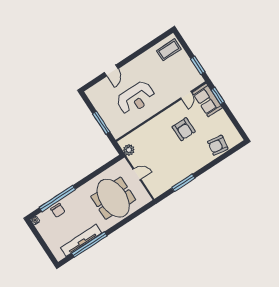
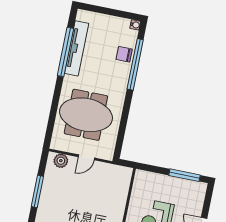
window: (101, 123) -> (184, 175), moved
plant: (129, 150) -> (61, 161), moved

